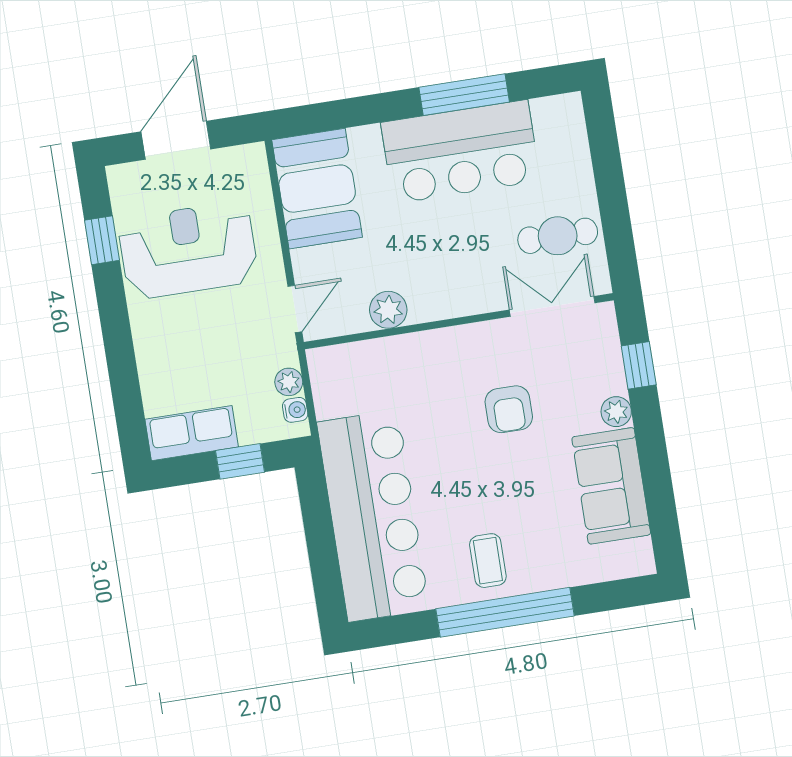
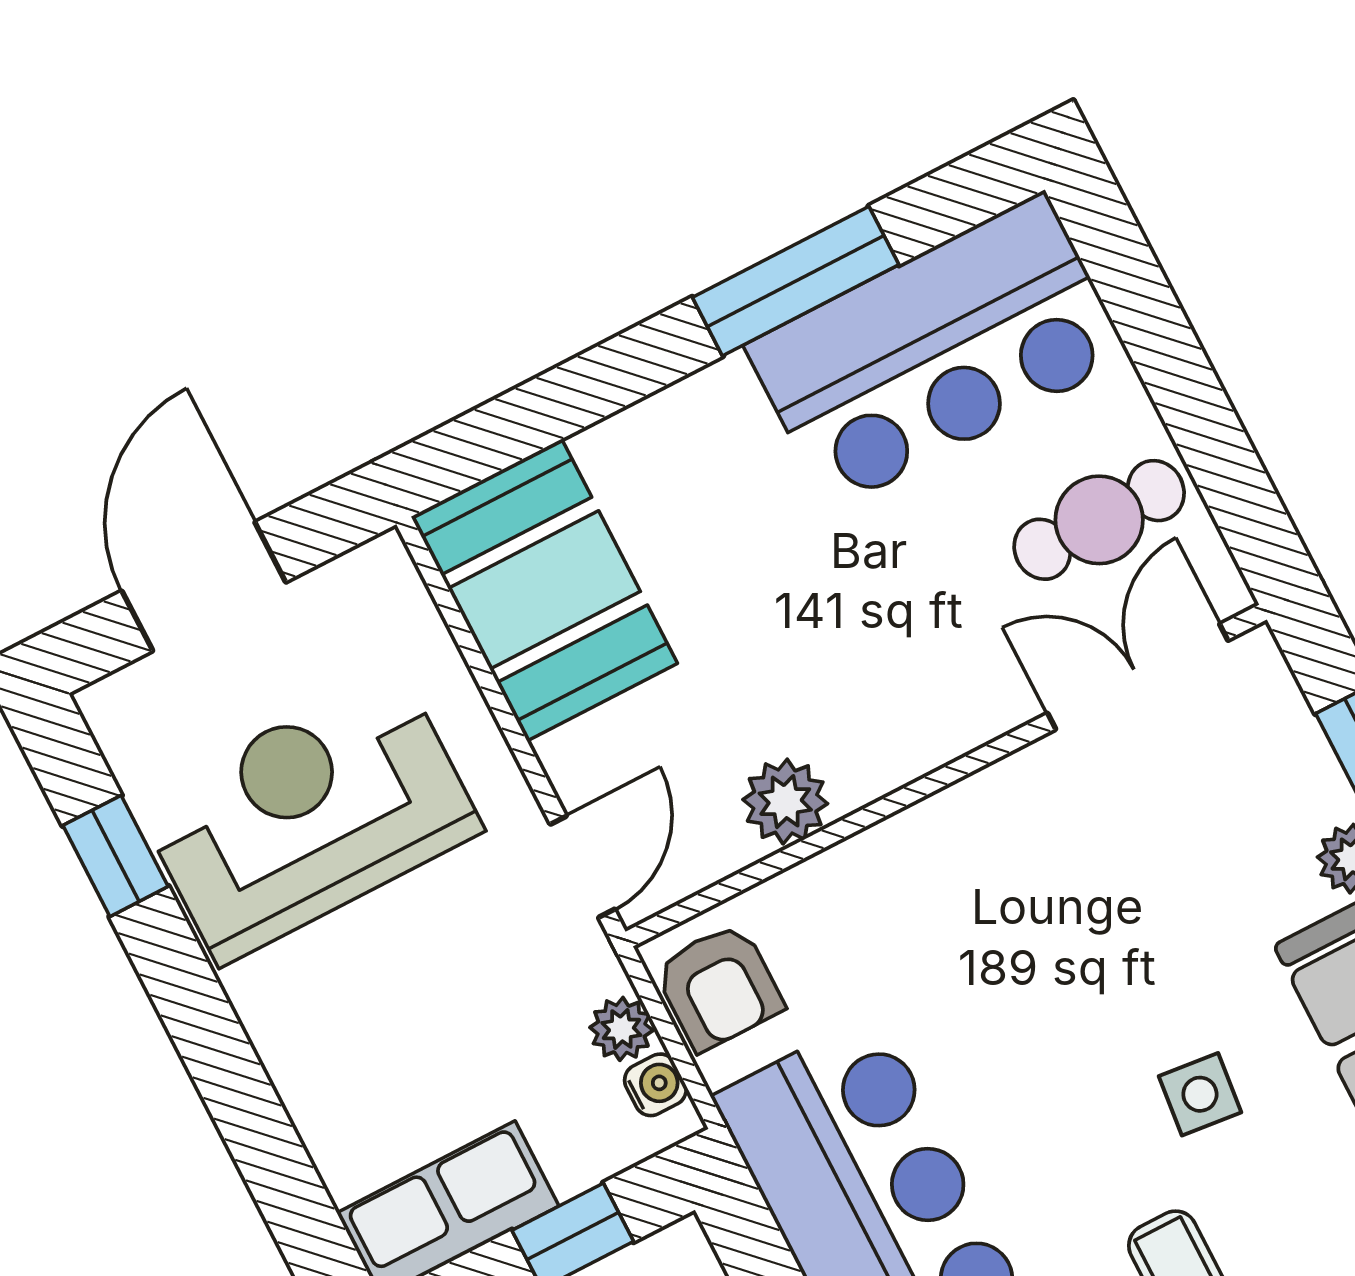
bar counter: (461, 152) -> (937, 351), moved
armchair: (509, 409) -> (719, 987), moved
side table: (521, 489) -> (1200, 1094), added

